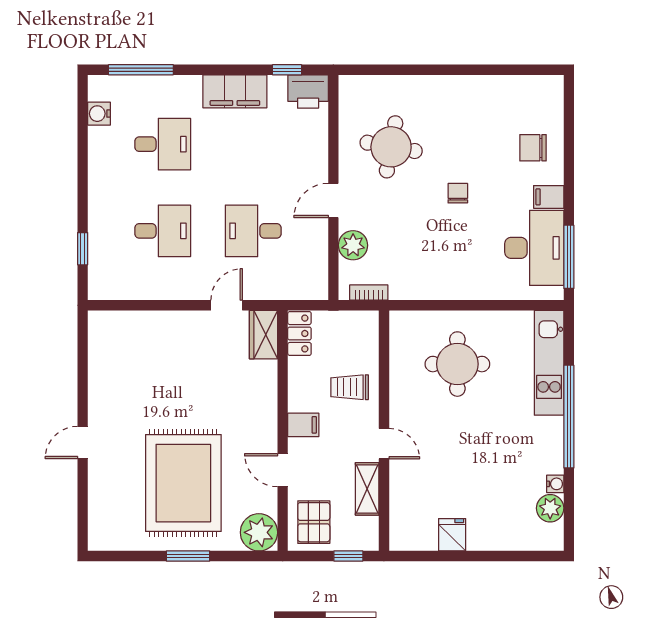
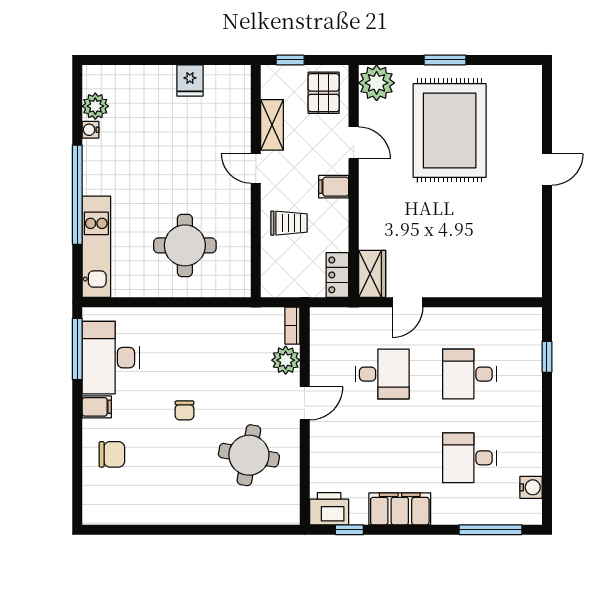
bookcase: (369, 293) -> (292, 326), moved, turned 90

